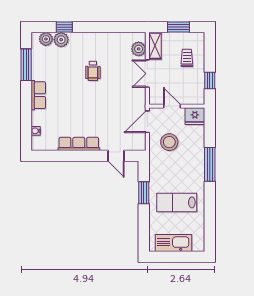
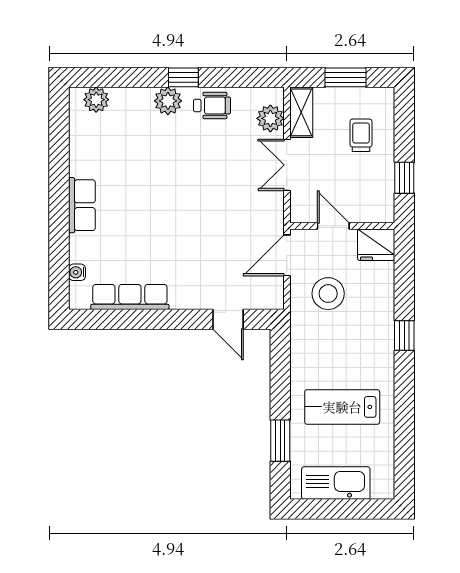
window: (64, 27) -> (183, 77), moved
plant: (61, 40) -> (168, 101), moved
window: (26, 65) -> (59, 148), removed
wheelchair: (93, 71) -> (212, 105), moved, turned -90
row of seats: (79, 144) -> (130, 297), moved
window: (210, 164) -> (404, 335), width x0.46
window: (144, 193) -> (280, 441), moved

